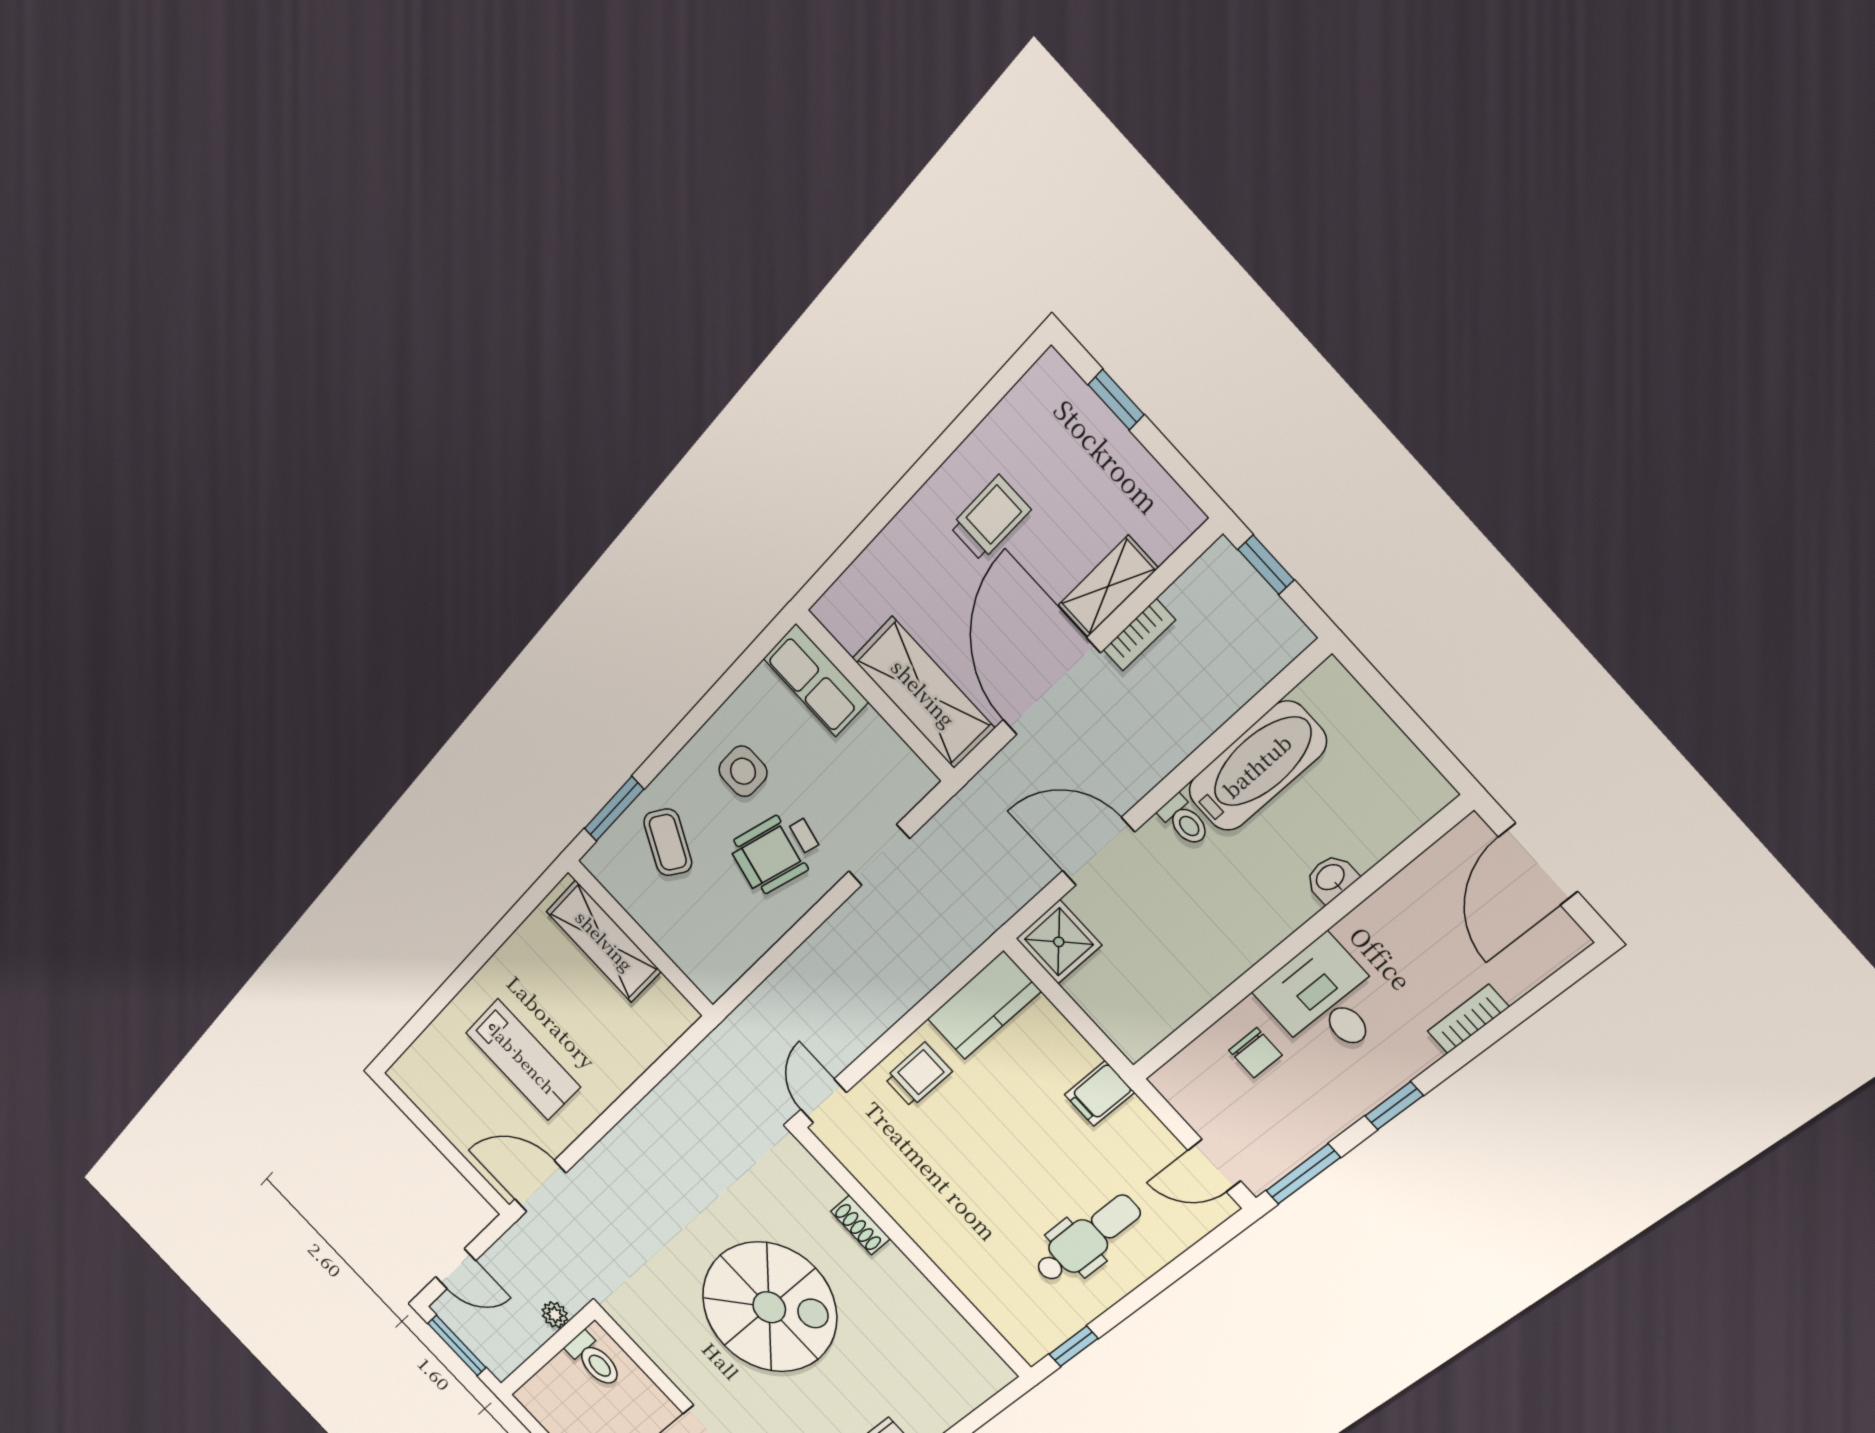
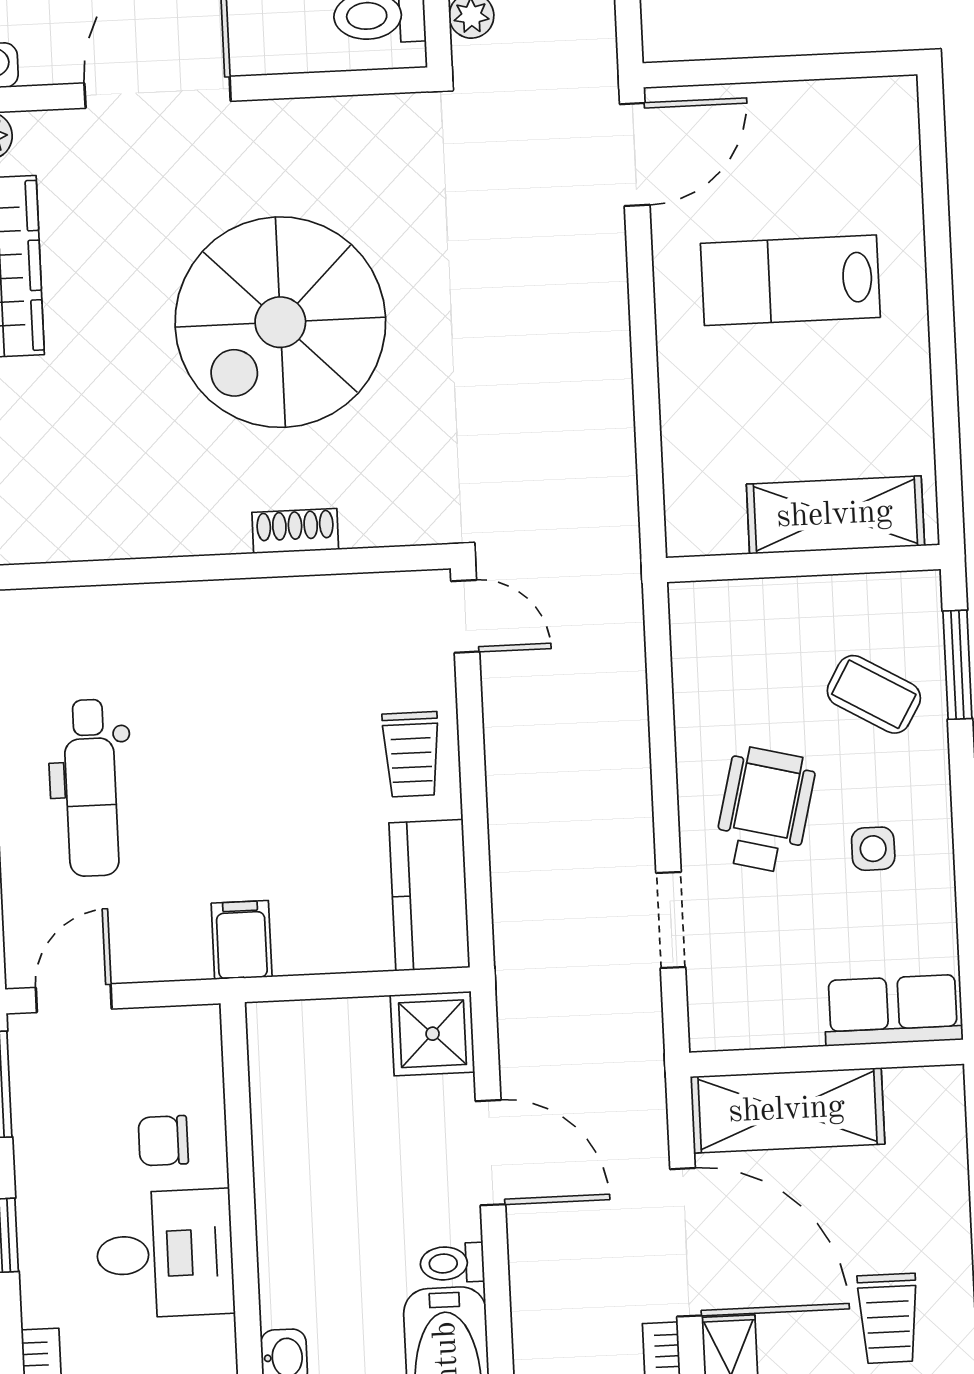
side table: (743, 771) -> (873, 849), width x0.73, depth x0.73
door: (1098, 851) -> (491, 1153), hinge flipped

